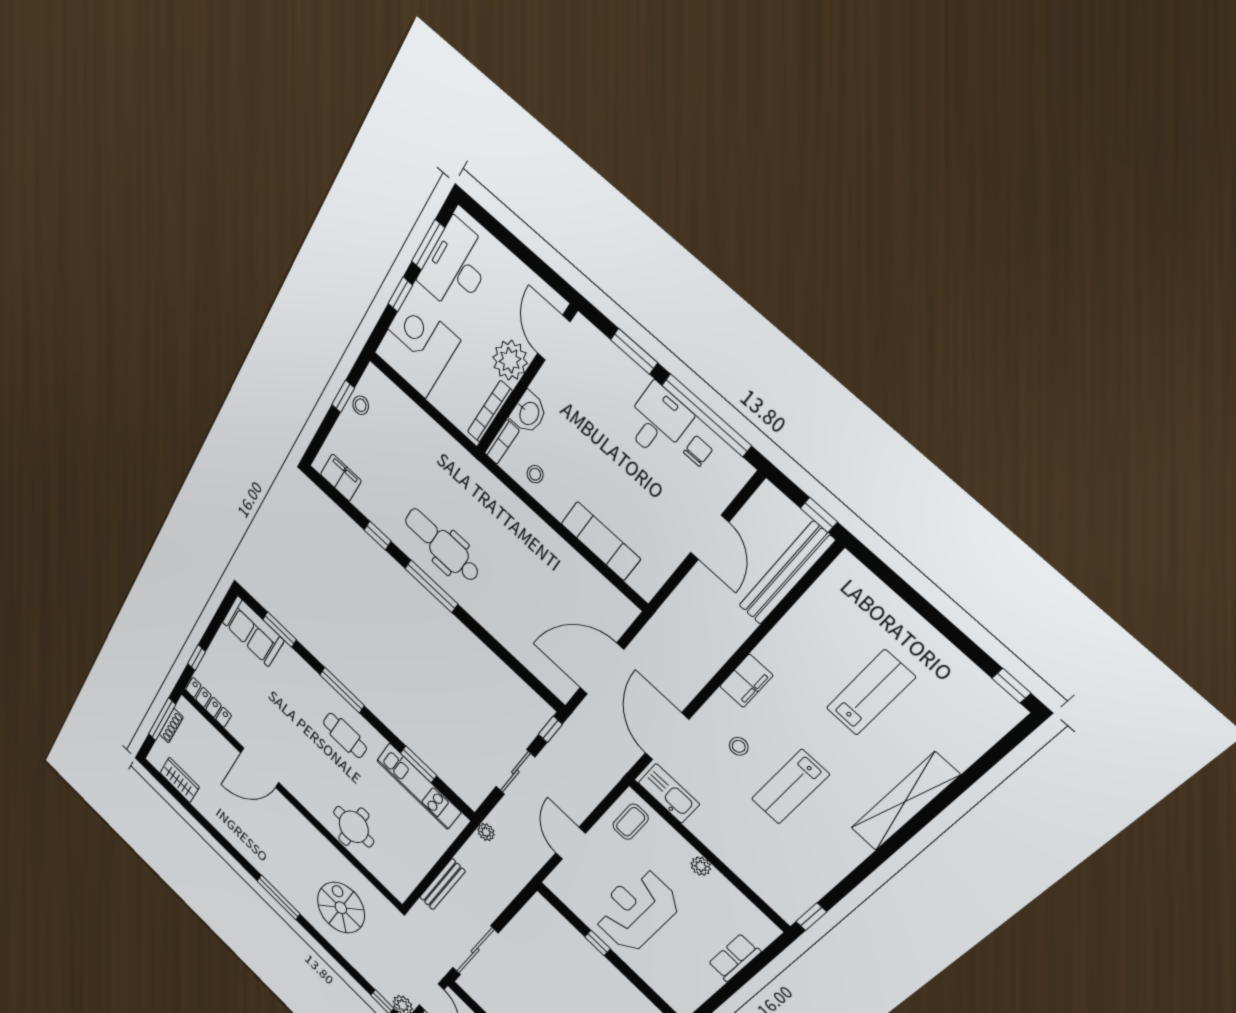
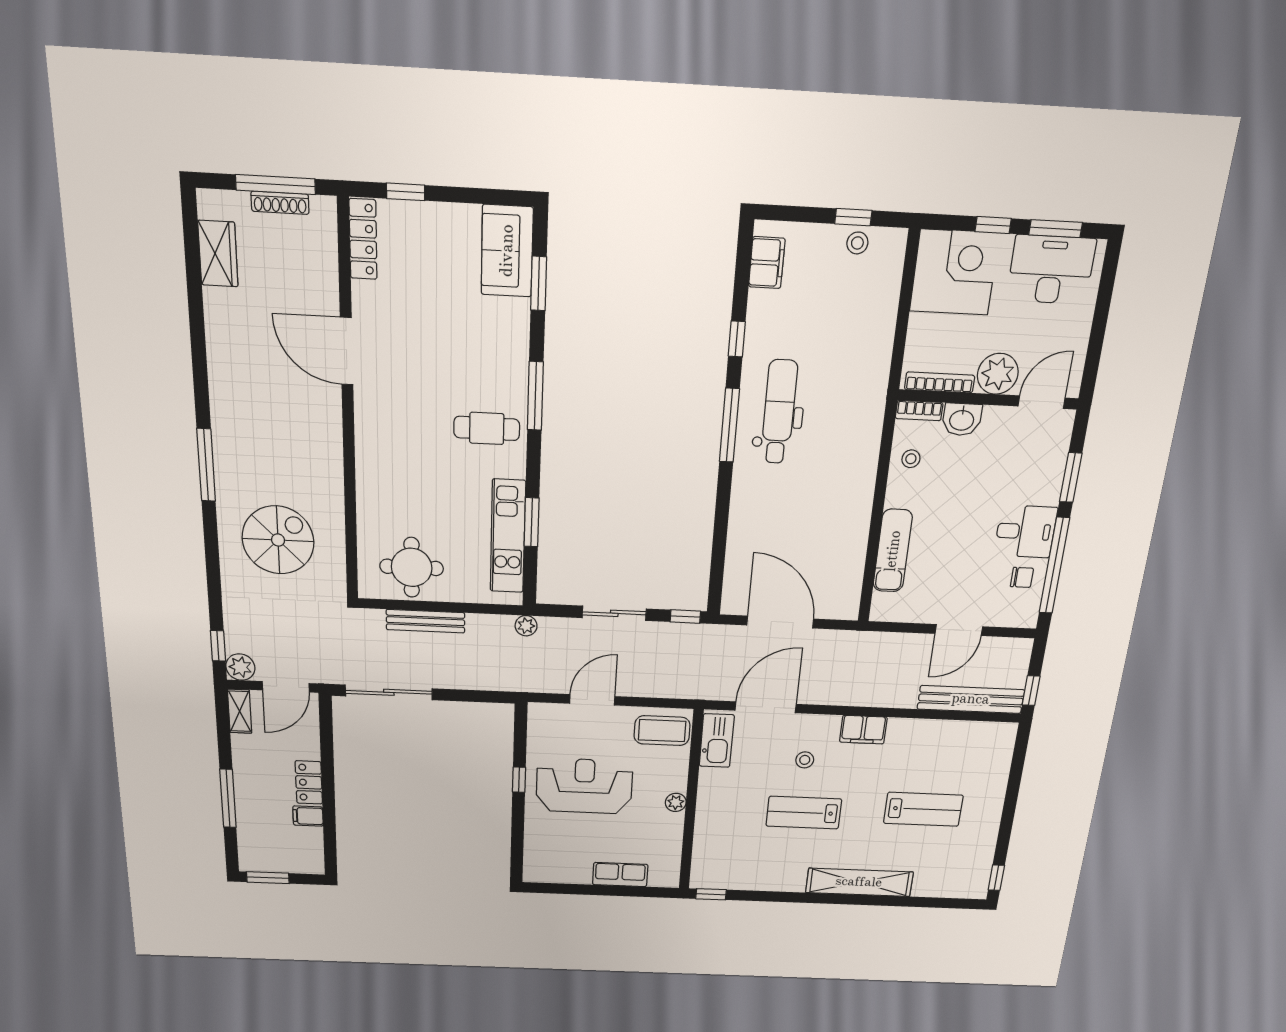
cafe table: (345, 735) -> (487, 428), turned 90
coffee table: (631, 822) -> (662, 731), width x1.36, depth x1.30
round table: (354, 827) -> (412, 567), moved

